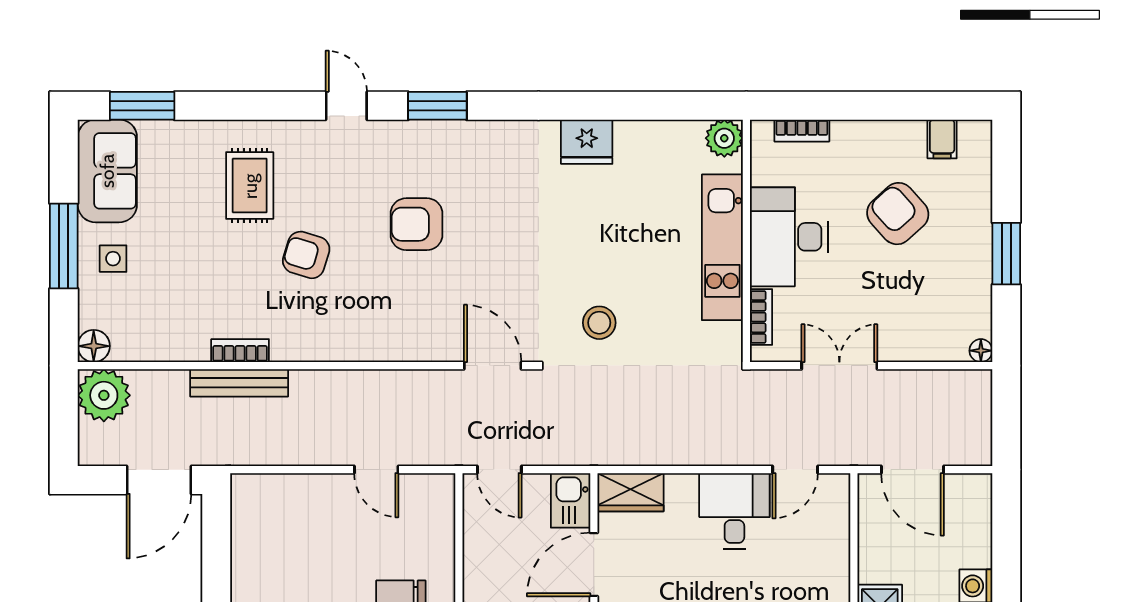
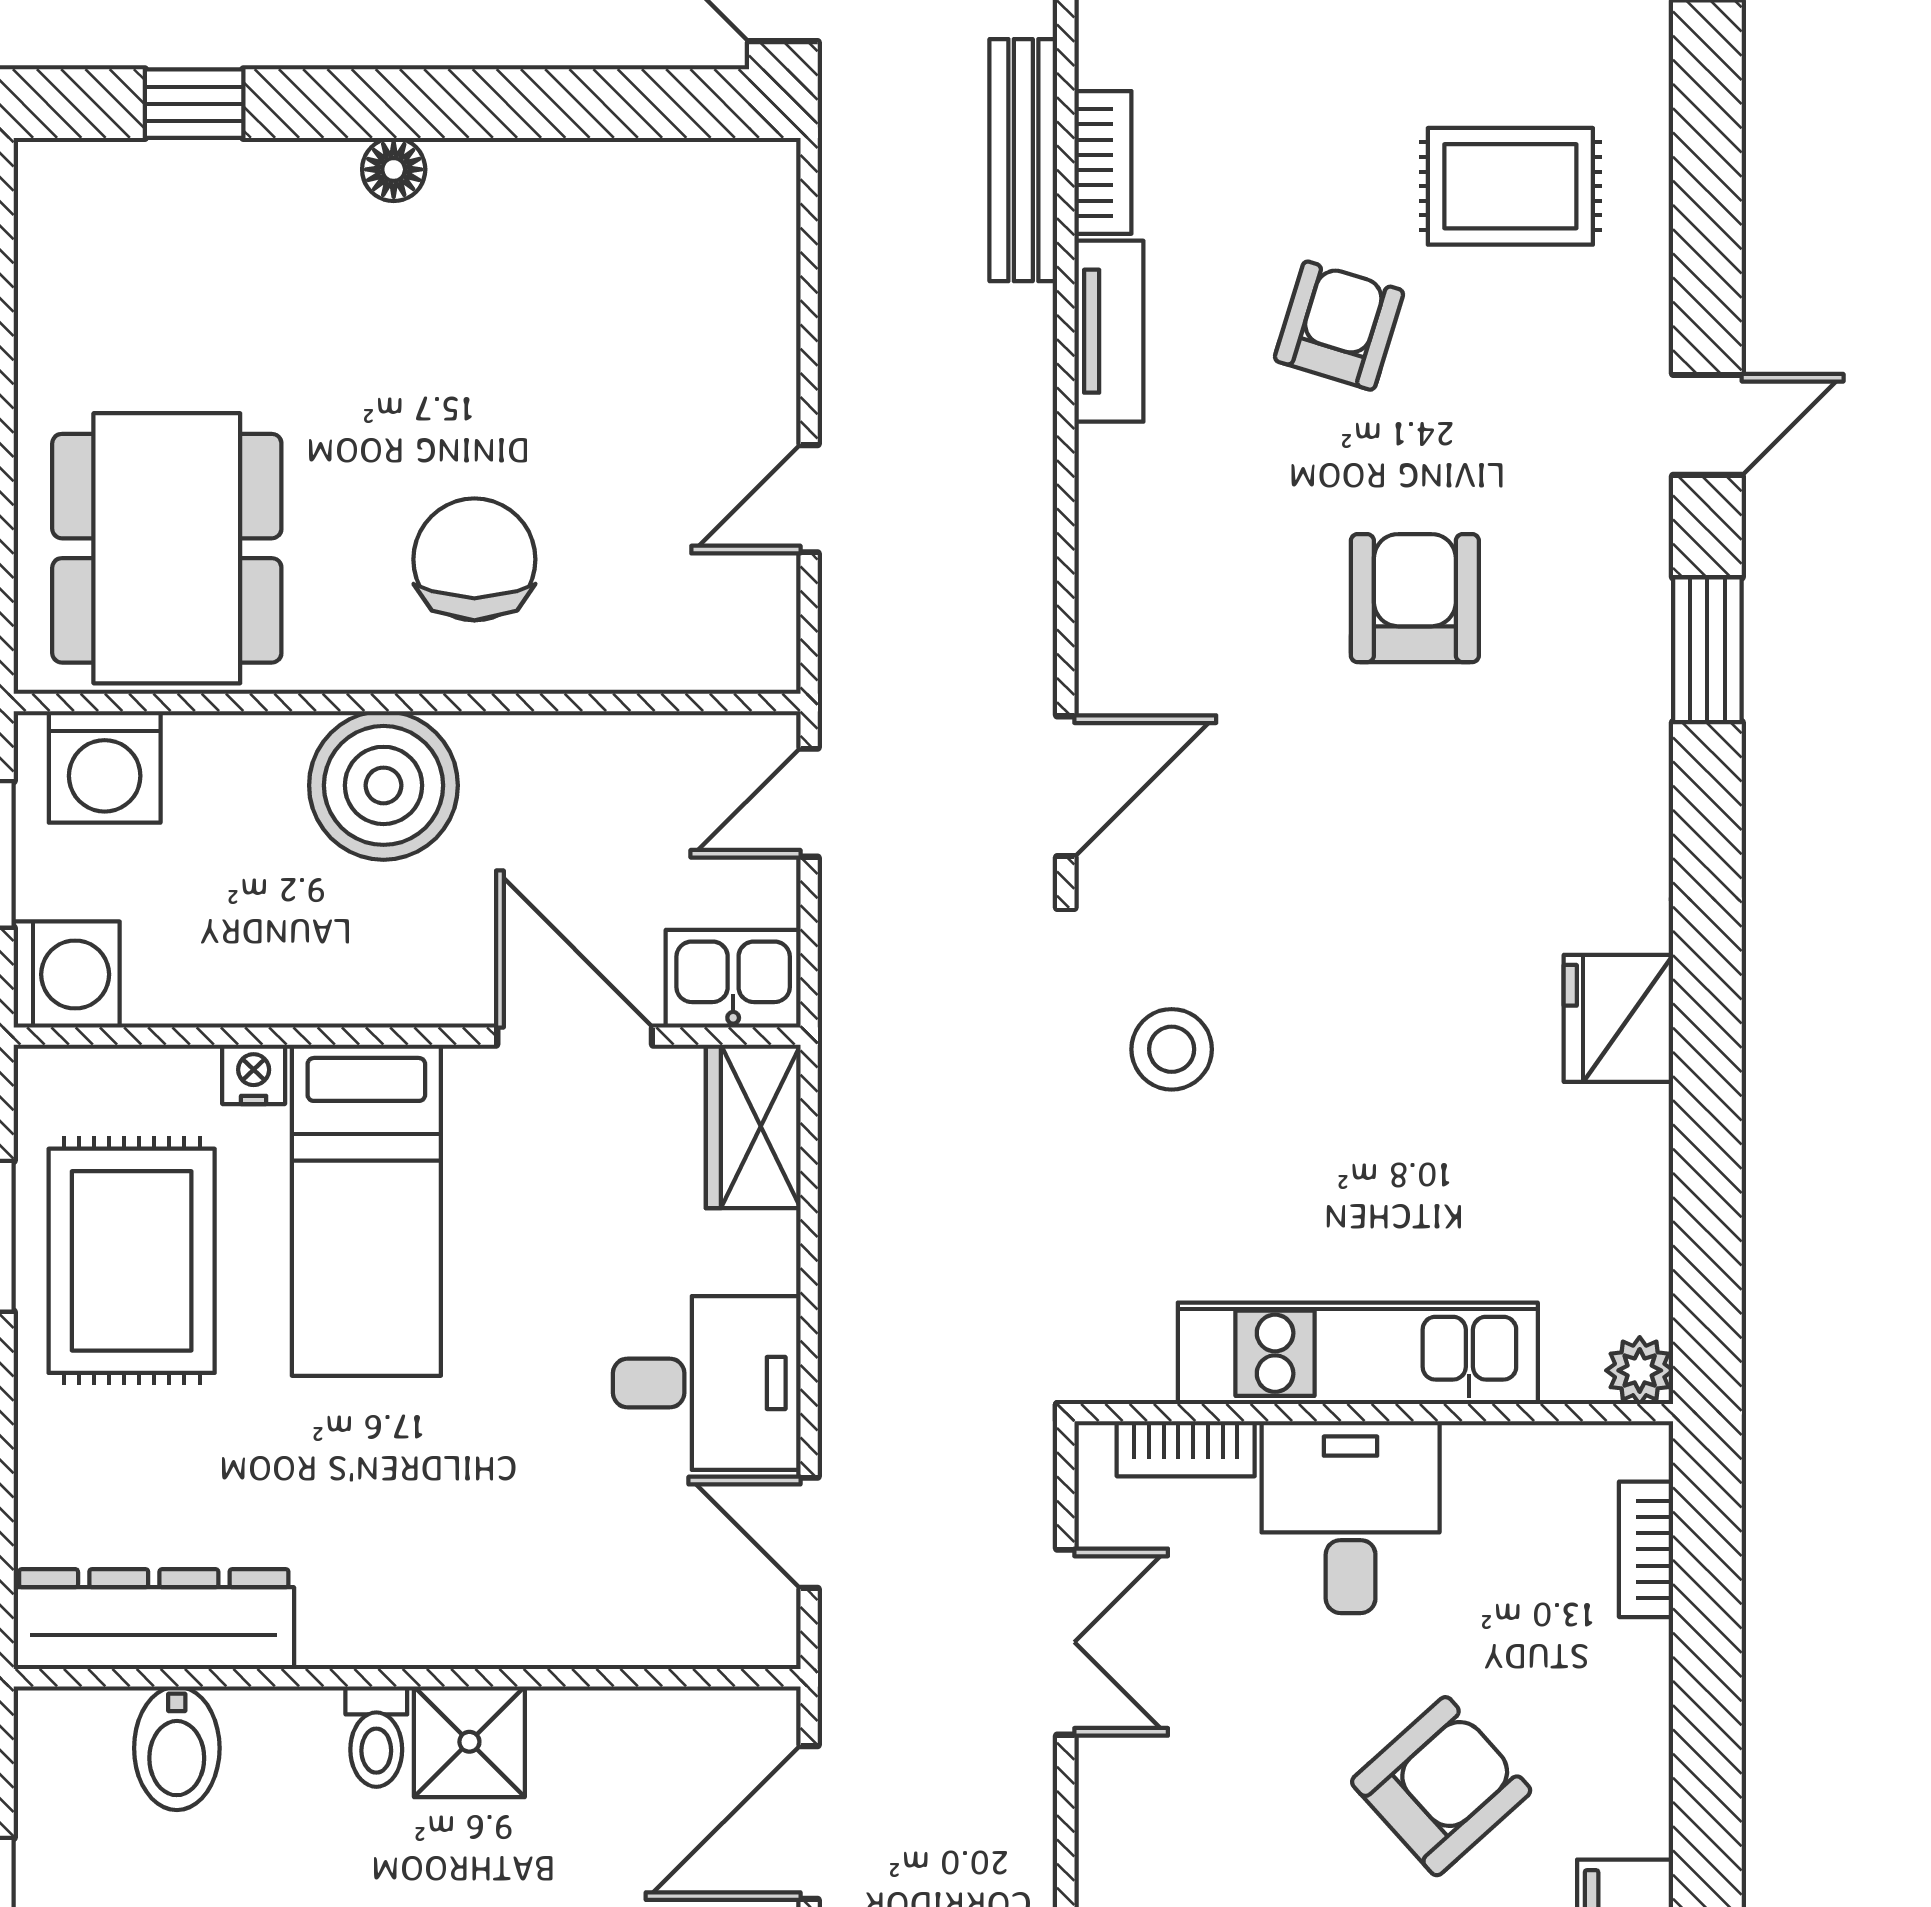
plant: (724, 138) -> (1640, 1370), width x0.73, depth x0.73
desk: (789, 237) -> (1351, 1517), width x0.73
tv unit: (308, 348) -> (1109, 331), added

